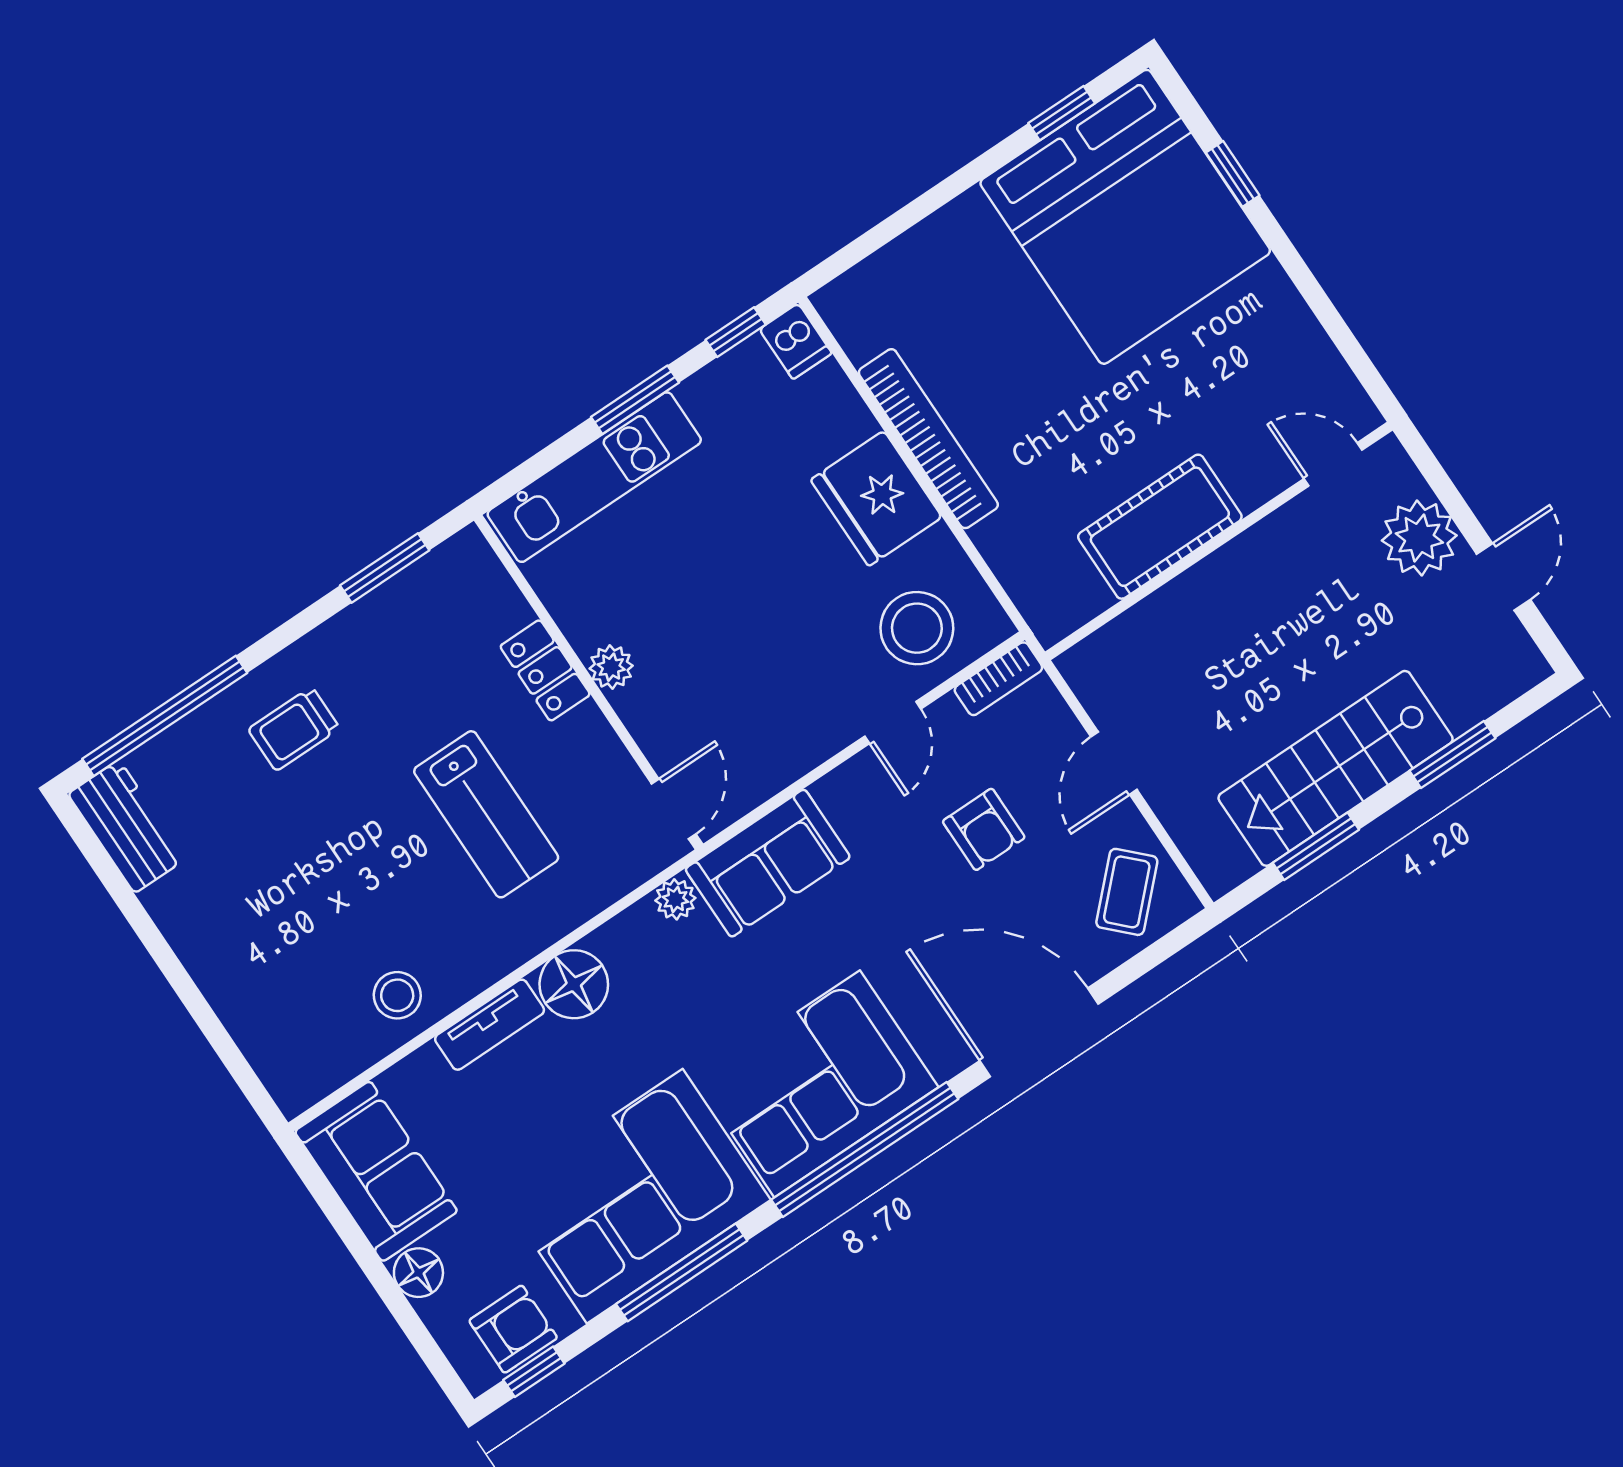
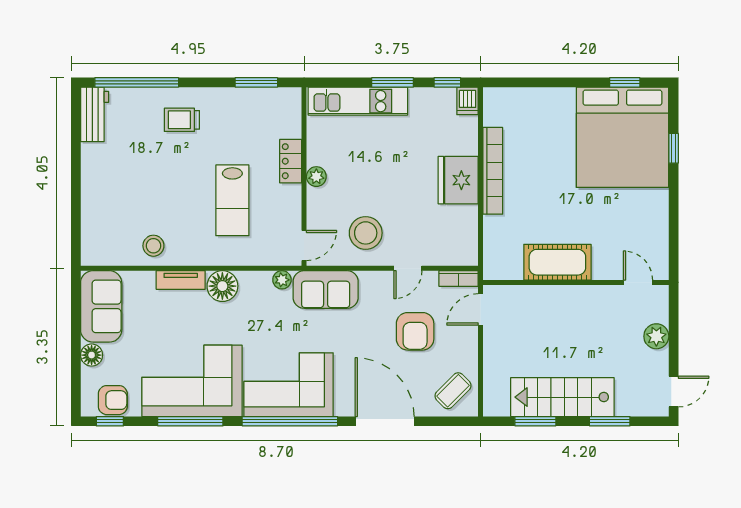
plant: (1419, 538) -> (656, 336), width x0.73, depth x0.73
door: (1503, 577) -> (674, 392), moved
stool: (917, 628) -> (366, 233), moved
door: (1114, 763) -> (481, 309), moved
armchair: (984, 829) -> (415, 331), width x1.38, depth x1.38

